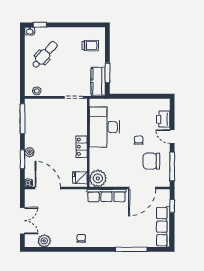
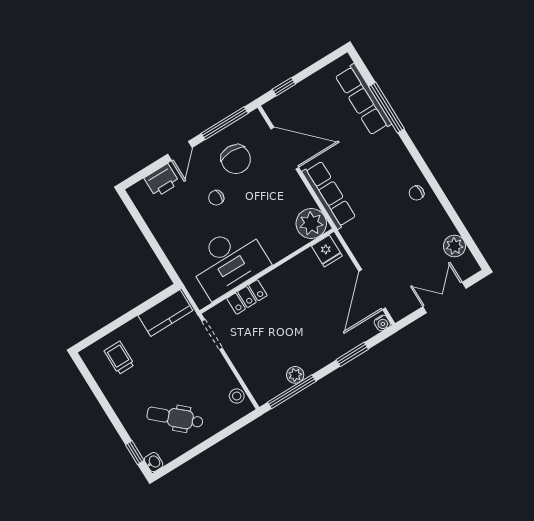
window: (107, 73) -> (144, 307), removed
locker: (82, 147) -> (247, 297), moved
plant: (30, 152) -> (295, 375), moved
row of seats: (163, 227) -> (363, 100), moved, turned 90

